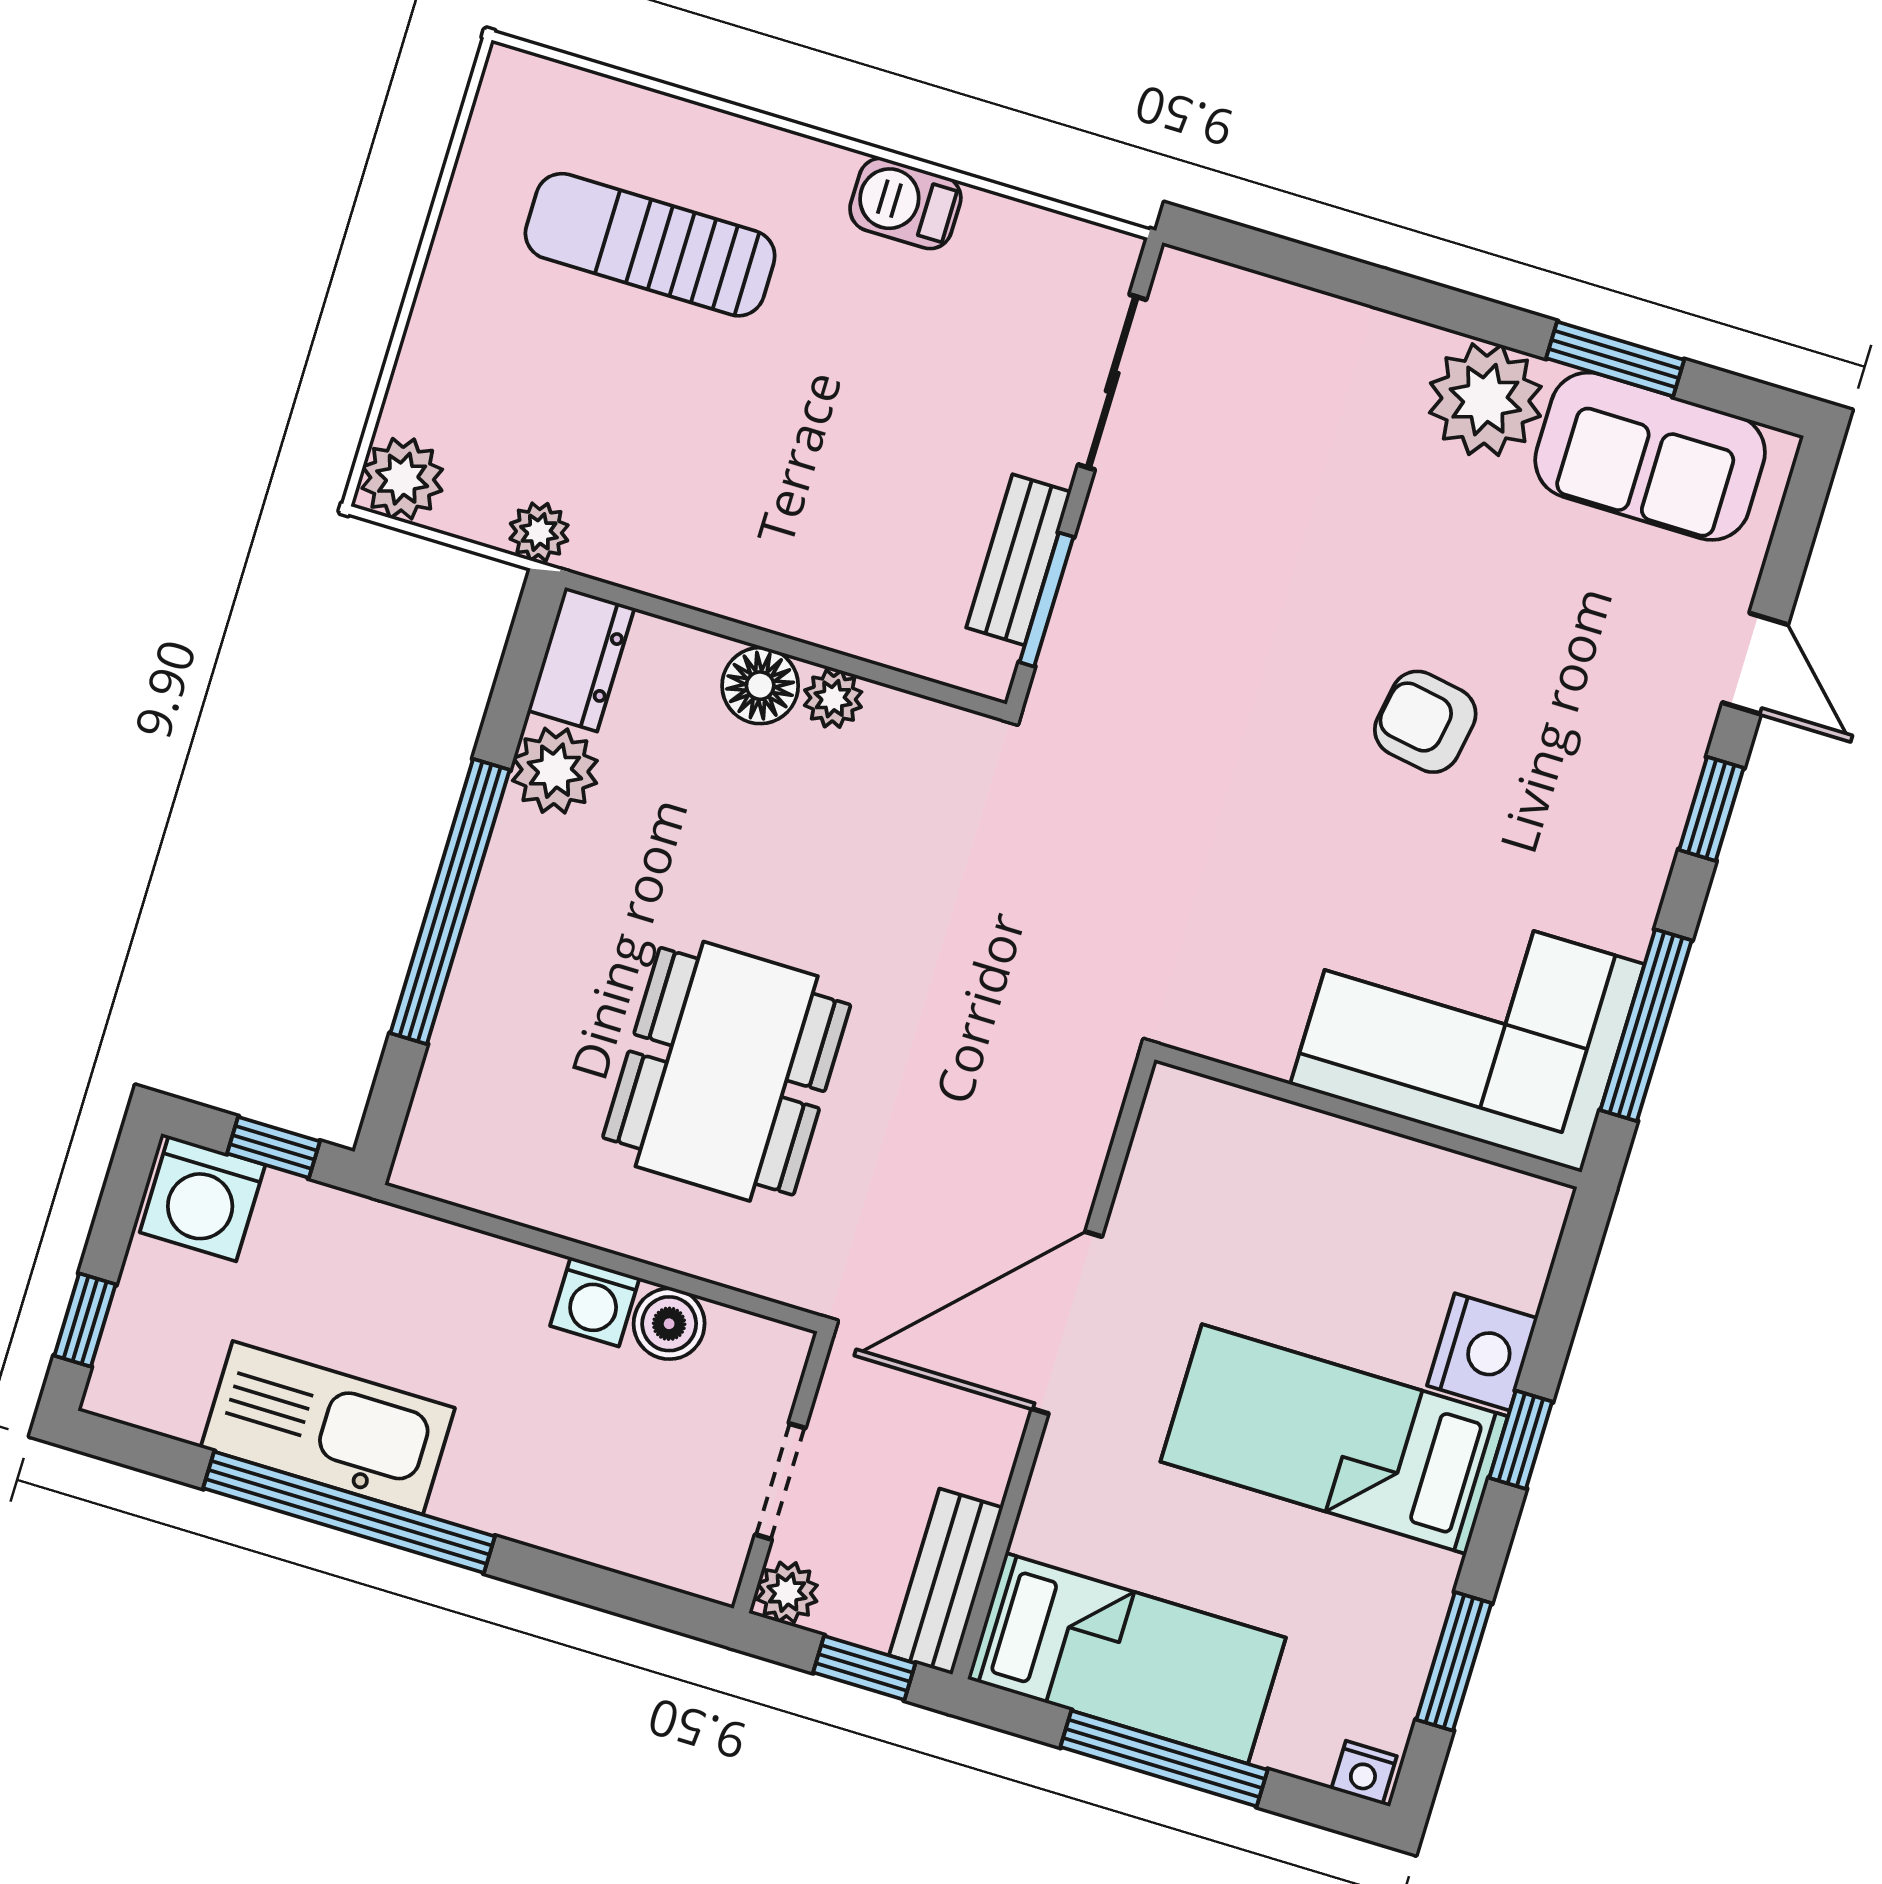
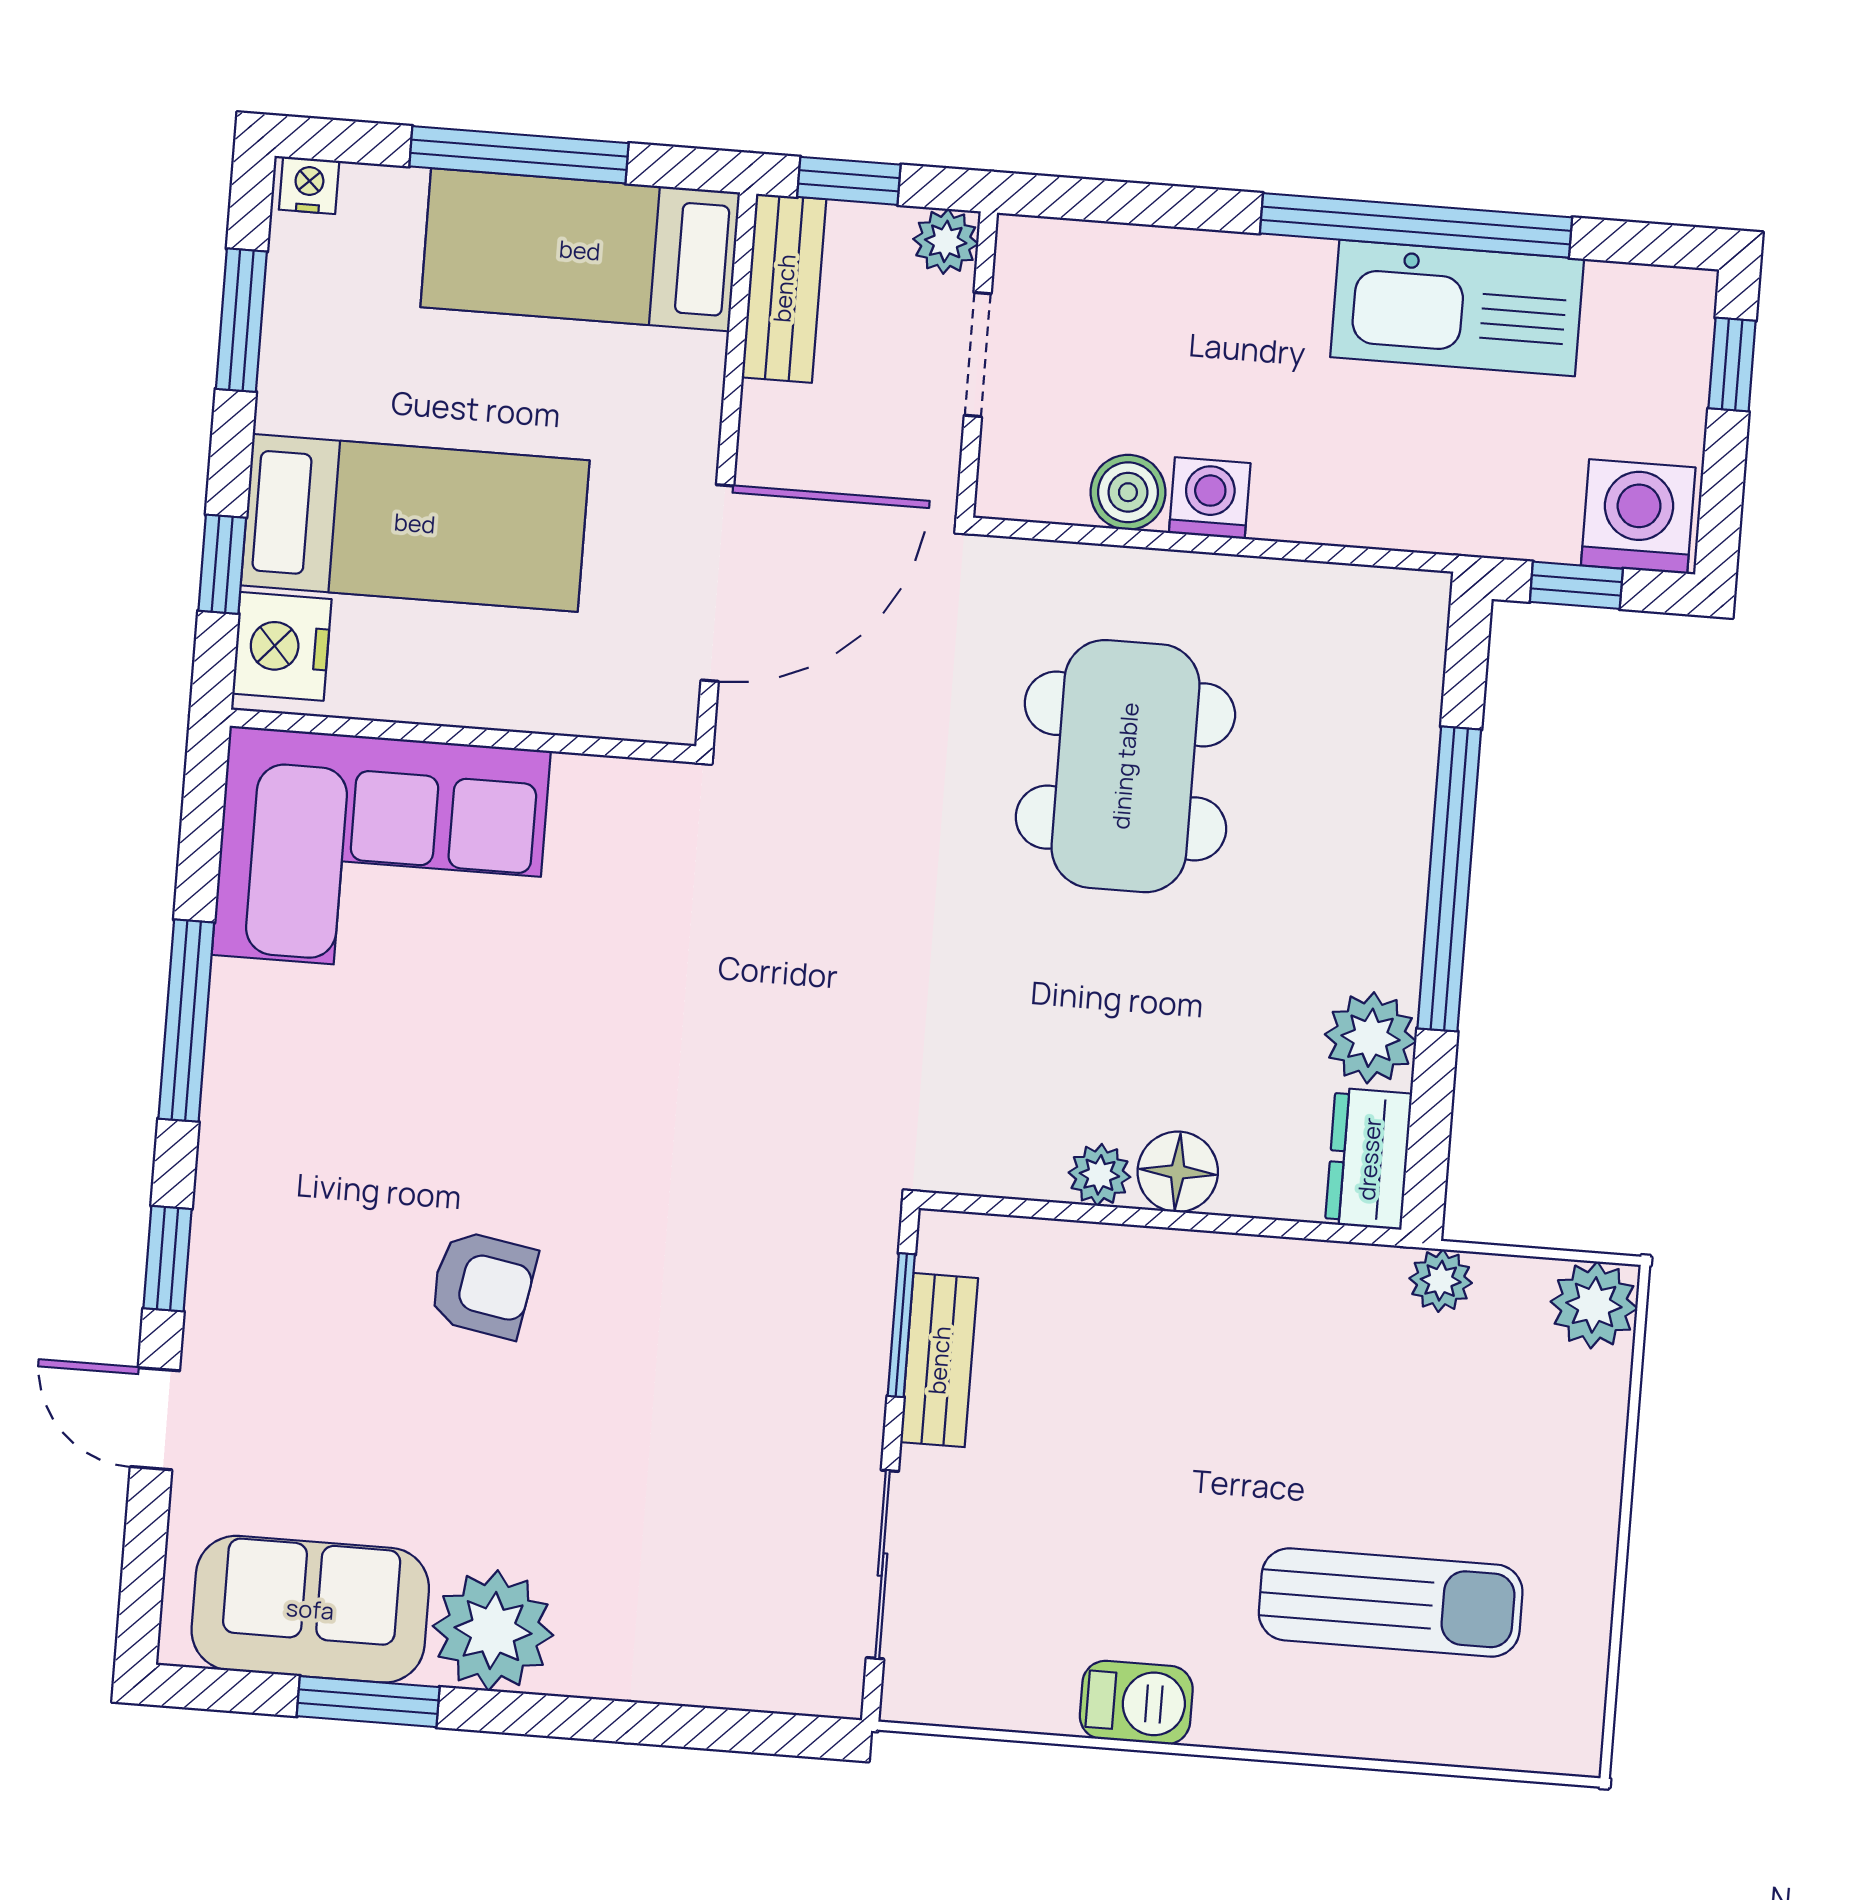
corner sofa: (1467, 1024) -> (381, 853), moved
wall: (1368, 1116) -> (463, 736), moved

